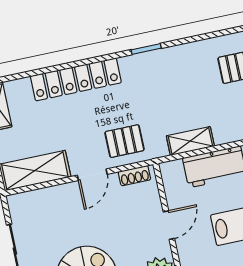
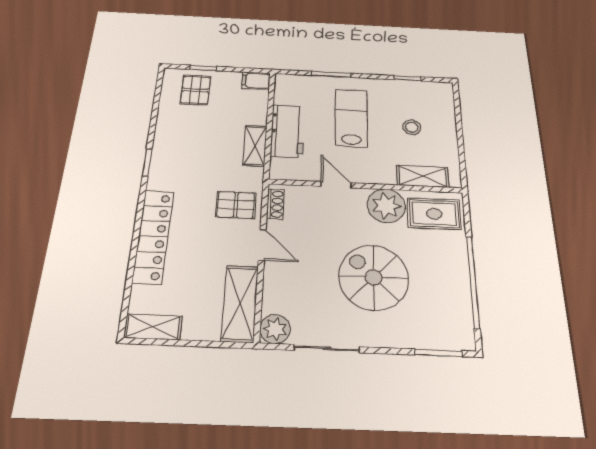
pallet: (125, 141) -> (236, 205), turned 90
plant: (20, 205) -> (275, 329), added

